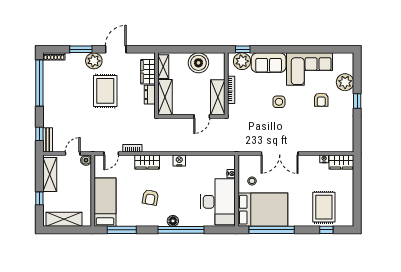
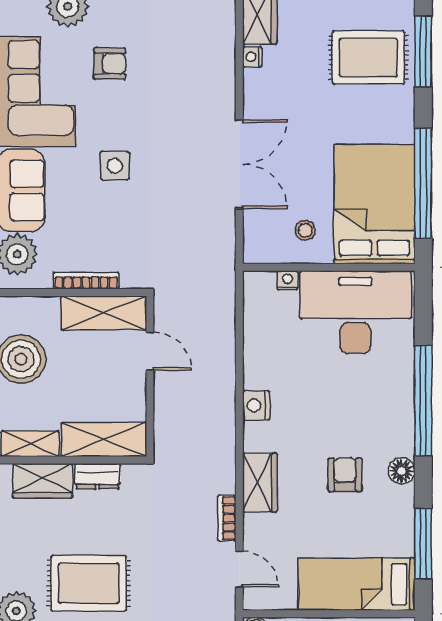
armchair: (150, 197) -> (345, 475), turned -100
floor lamp: (173, 221) -> (401, 471), moved
window: (326, 230) -> (423, 51), width x2.17

